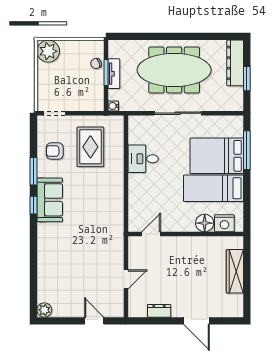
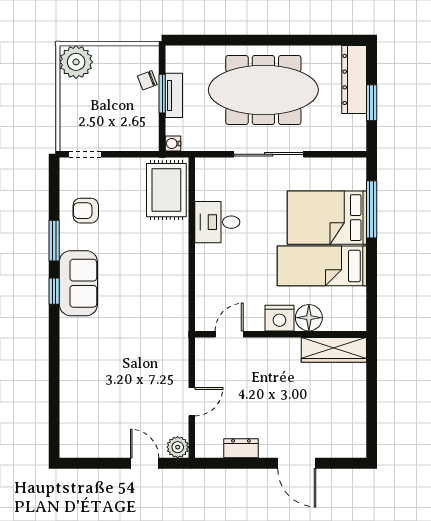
rug: (90, 147) -> (166, 190), moved
nightstand: (224, 223) -> (279, 318), moved
wardrobe: (235, 271) -> (334, 350), moved, turned -90
plant: (44, 310) -> (178, 447), moved

